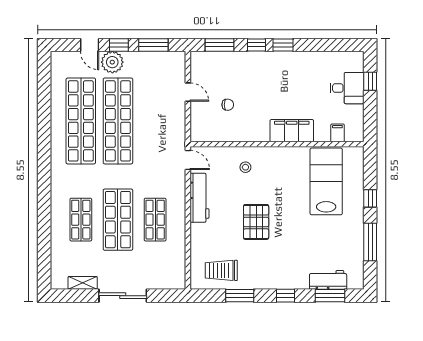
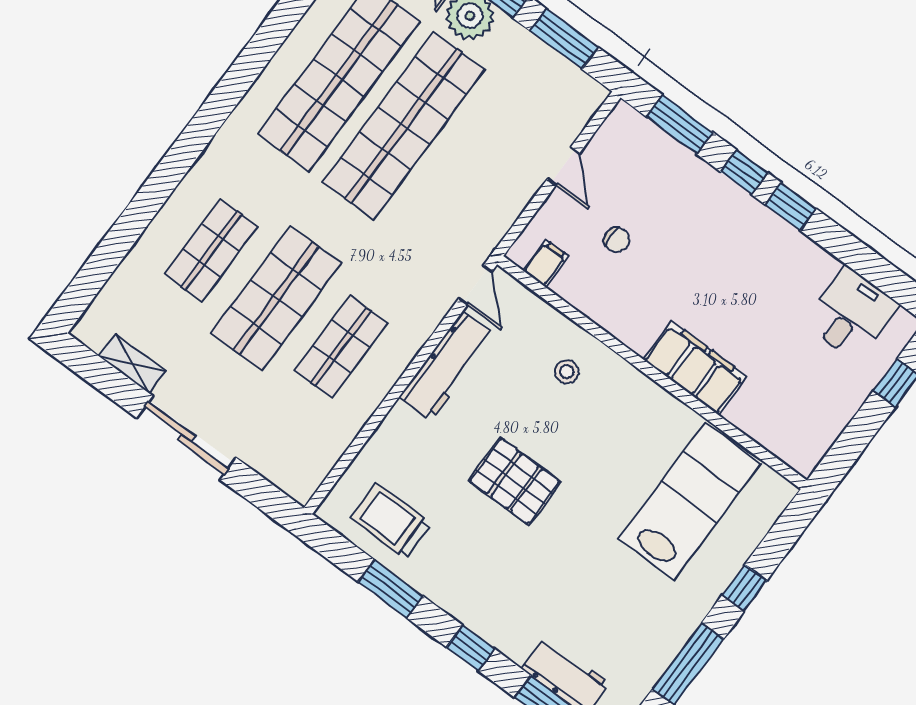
desk: (347, 88) -> (851, 314), moved, turned -90
filing cabinet: (337, 133) -> (546, 263), moved
pallet: (256, 222) -> (515, 481), turned 90

